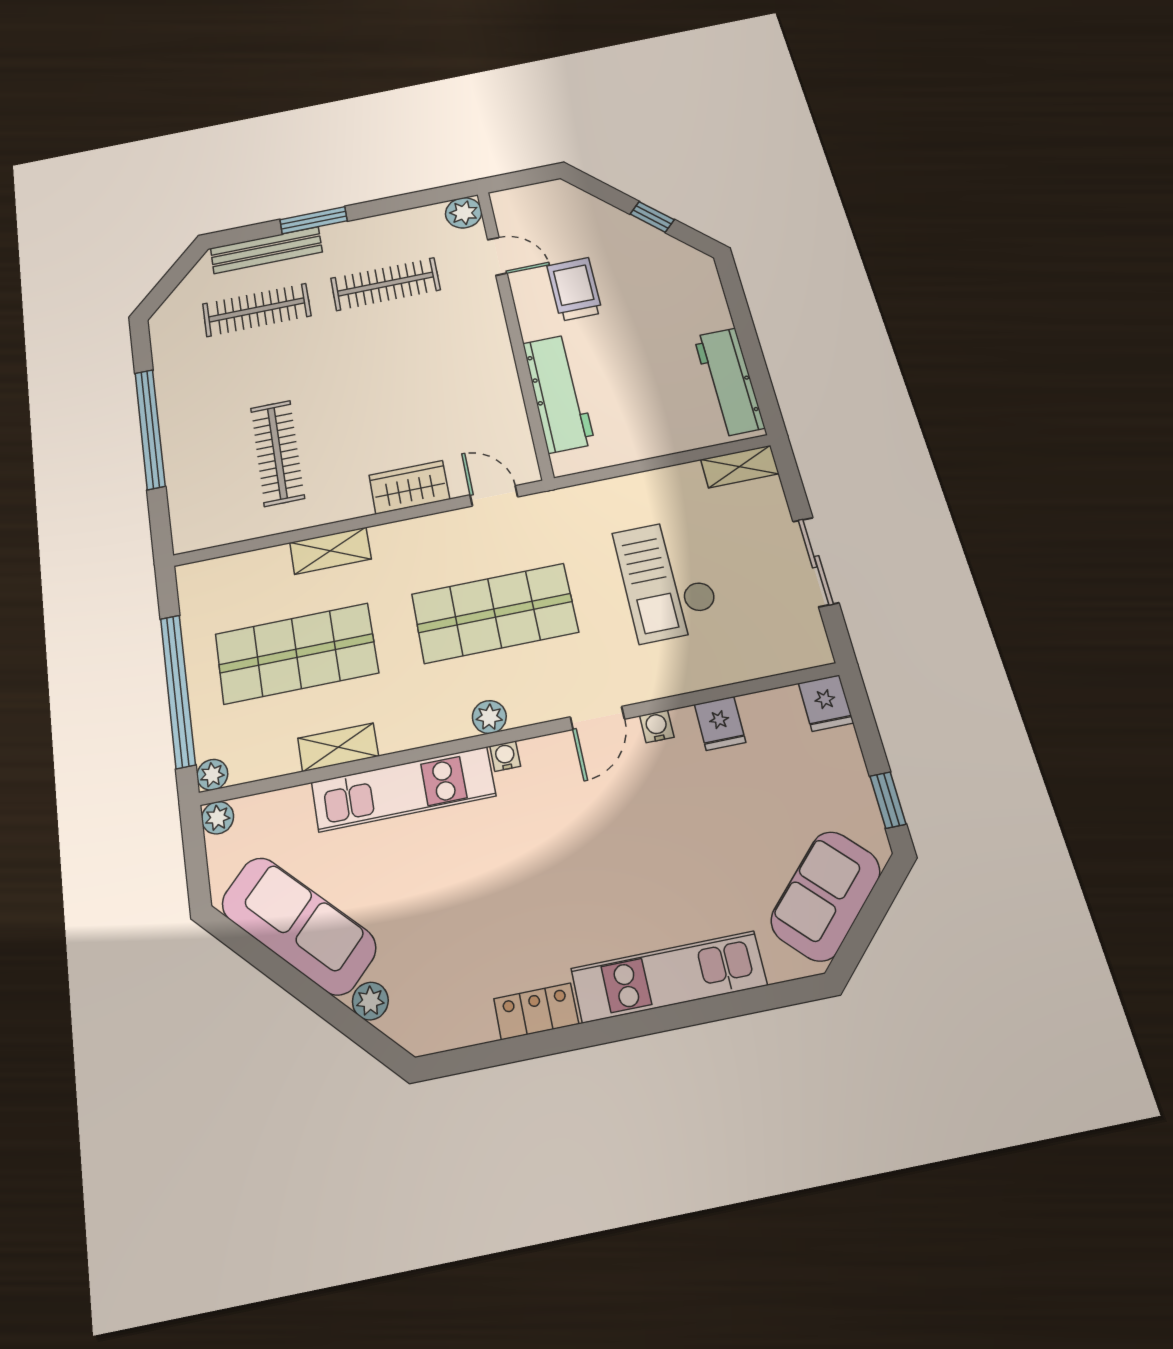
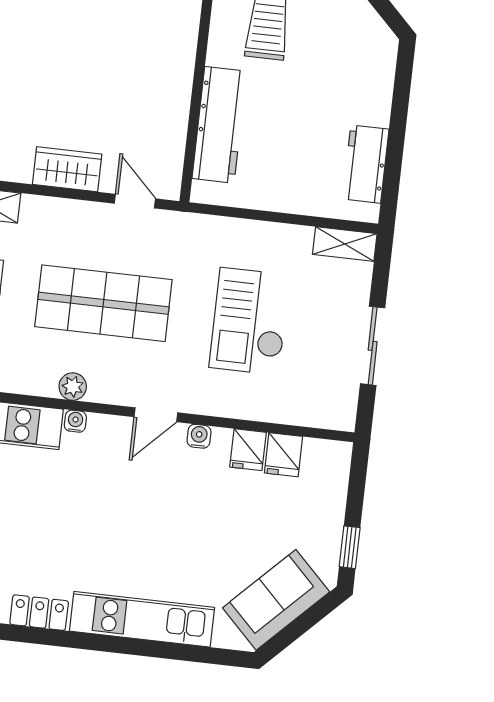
workbench: (729, 382) -> (366, 164), width x0.73
fridge: (826, 703) -> (283, 455), moved

